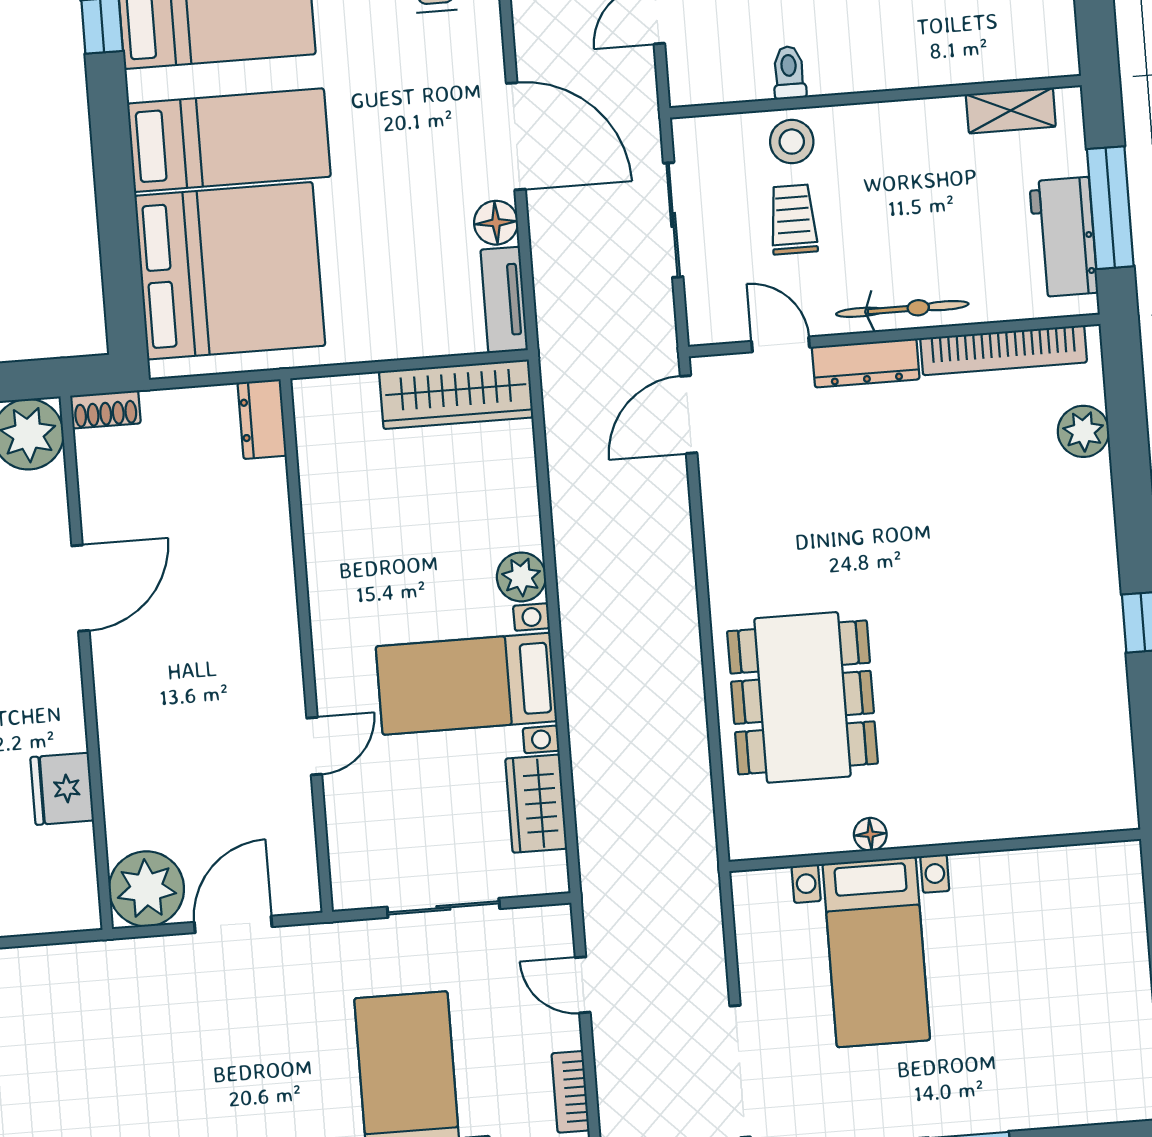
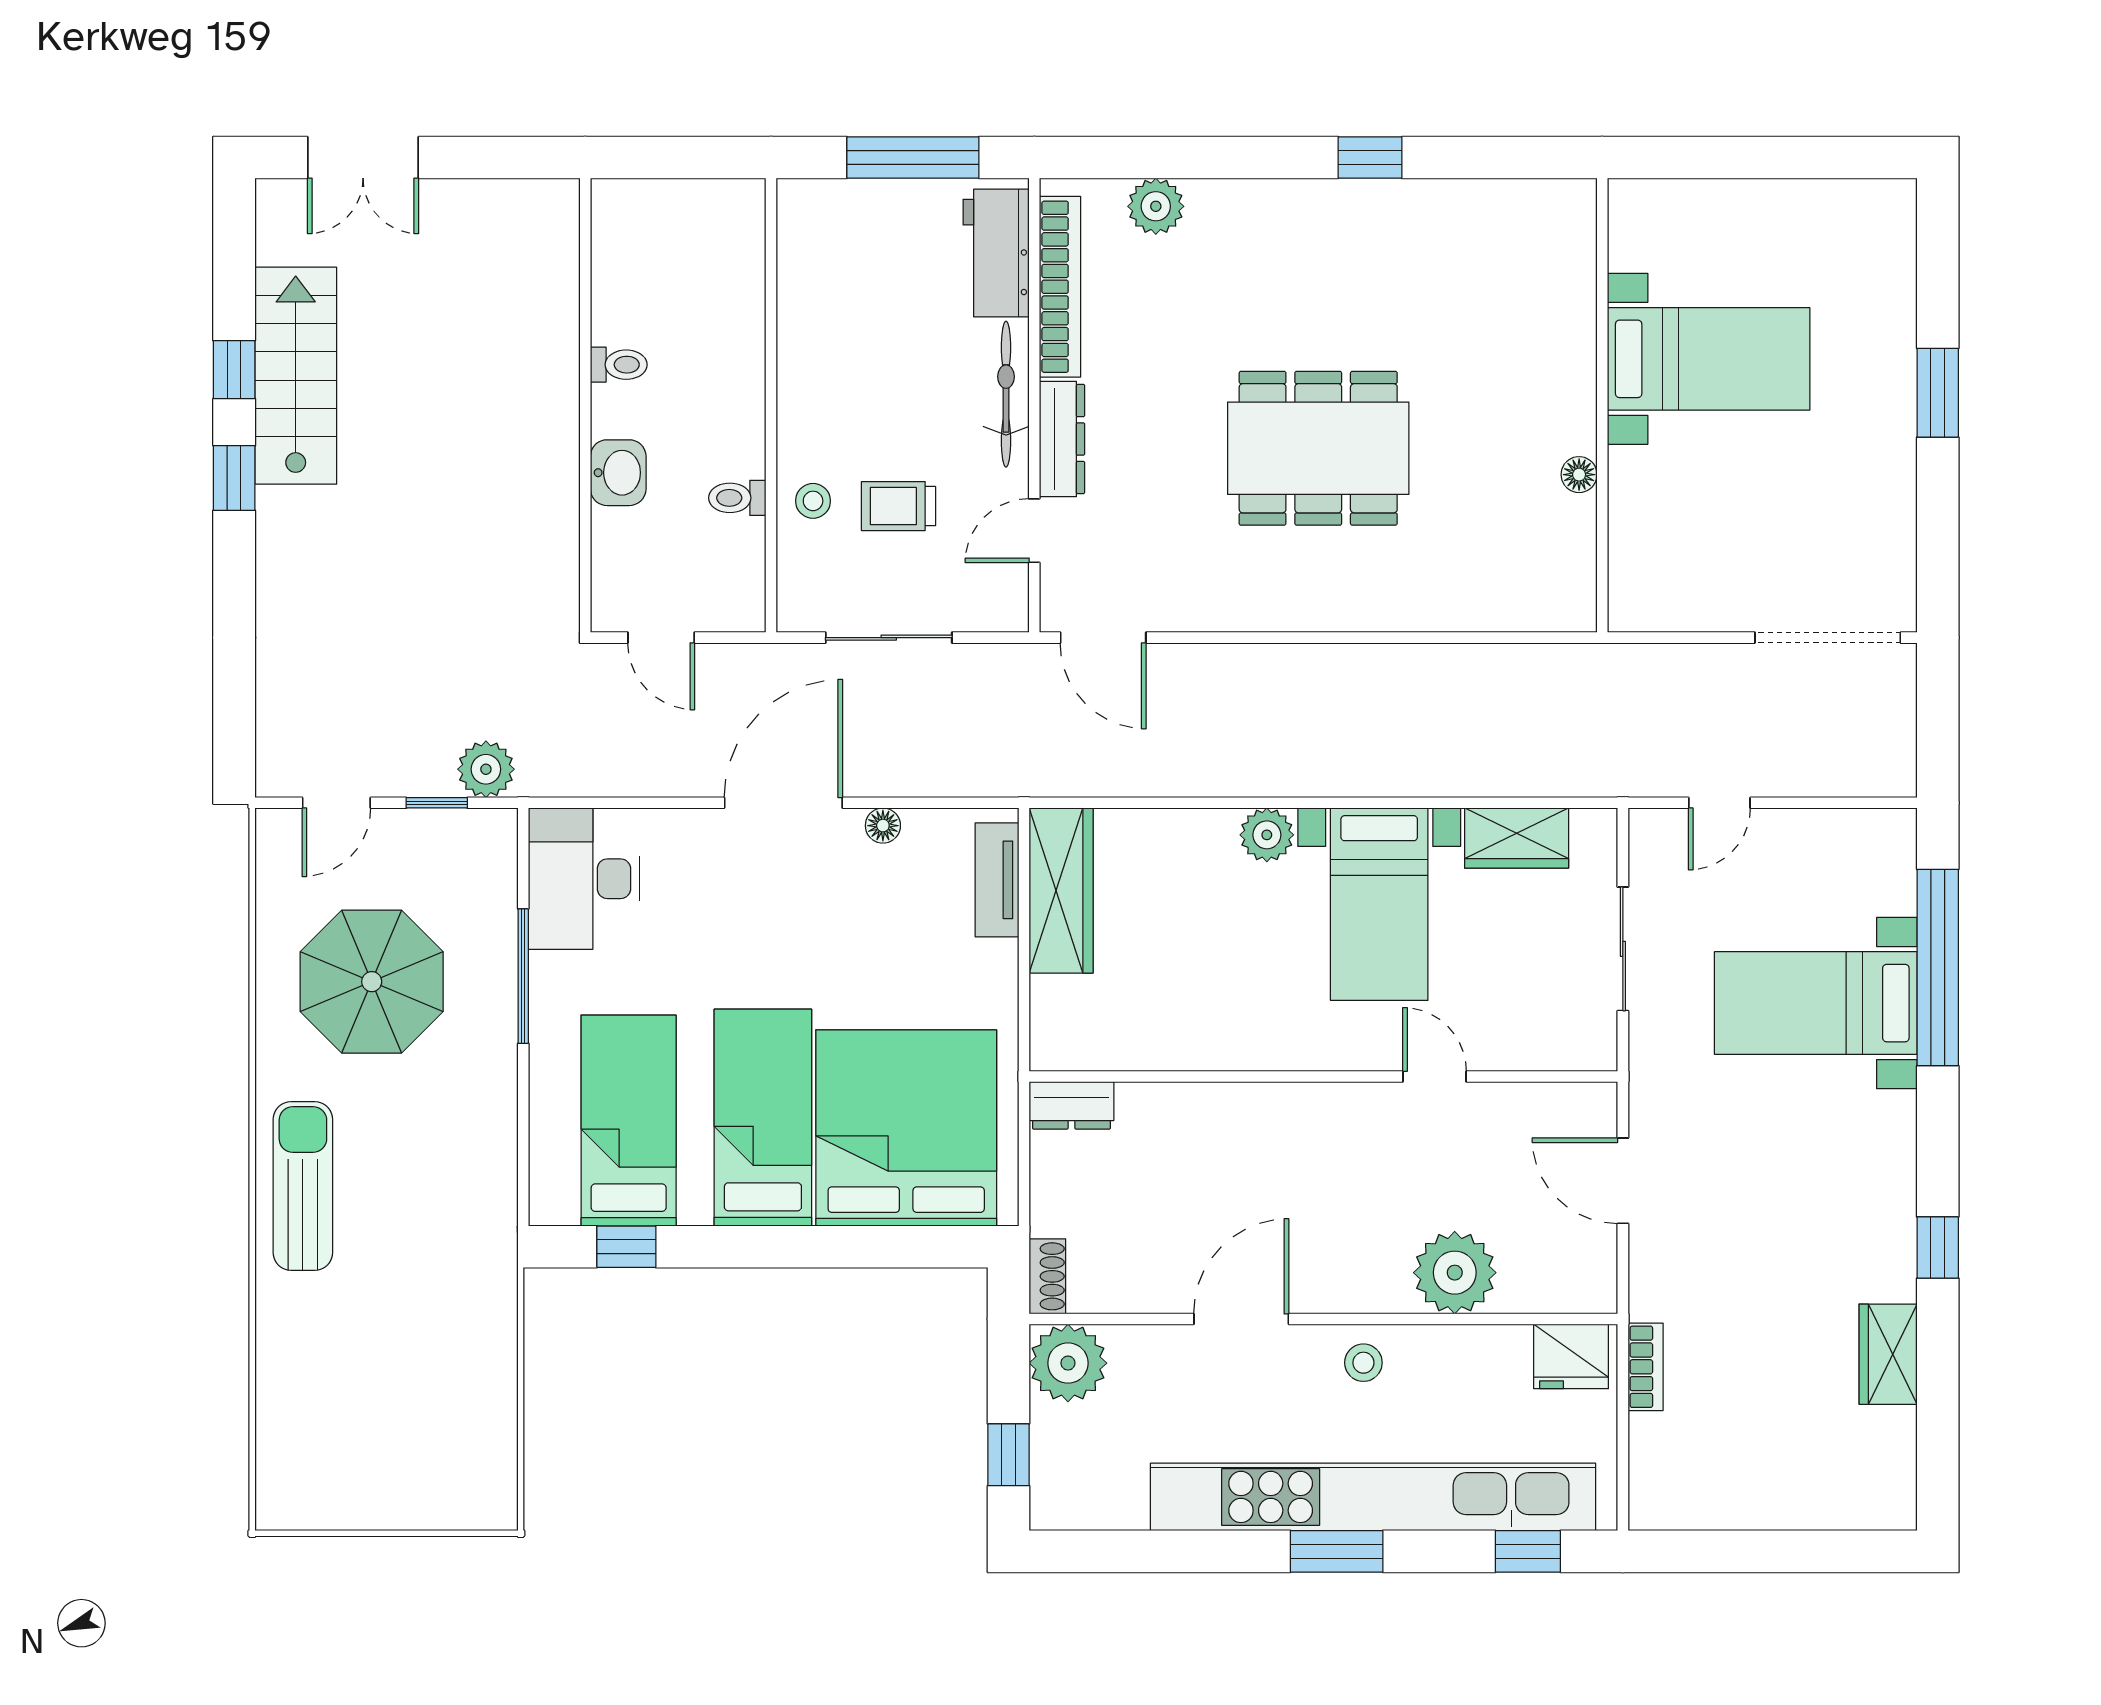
shelving: (1011, 110) -> (798, 258), removed
stool: (792, 142) -> (813, 501), width x0.73, depth x0.73
floor lamp: (496, 223) -> (883, 826), width x0.73, depth x0.73
workbench: (1064, 237) -> (996, 253), moved, turned 90
tv unit: (504, 300) -> (997, 880), moved, turned 90
door: (80, 588) -> (1241, 1319), hinge flipped
dining table: (802, 697) -> (1318, 448), moved
stool: (50, 702) -> (1363, 1363), added
fridge: (62, 789) -> (1571, 1356), moved
plant: (146, 889) -> (1455, 1273), moved
bed with nightstands: (876, 952) -> (1709, 359), moved
bookcase: (570, 1092) -> (1646, 1367), moved, turned -90

